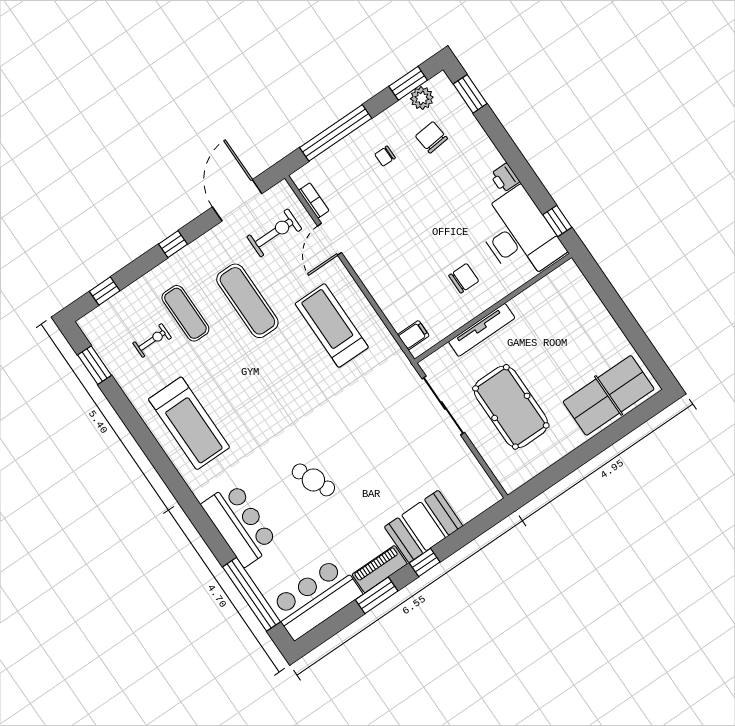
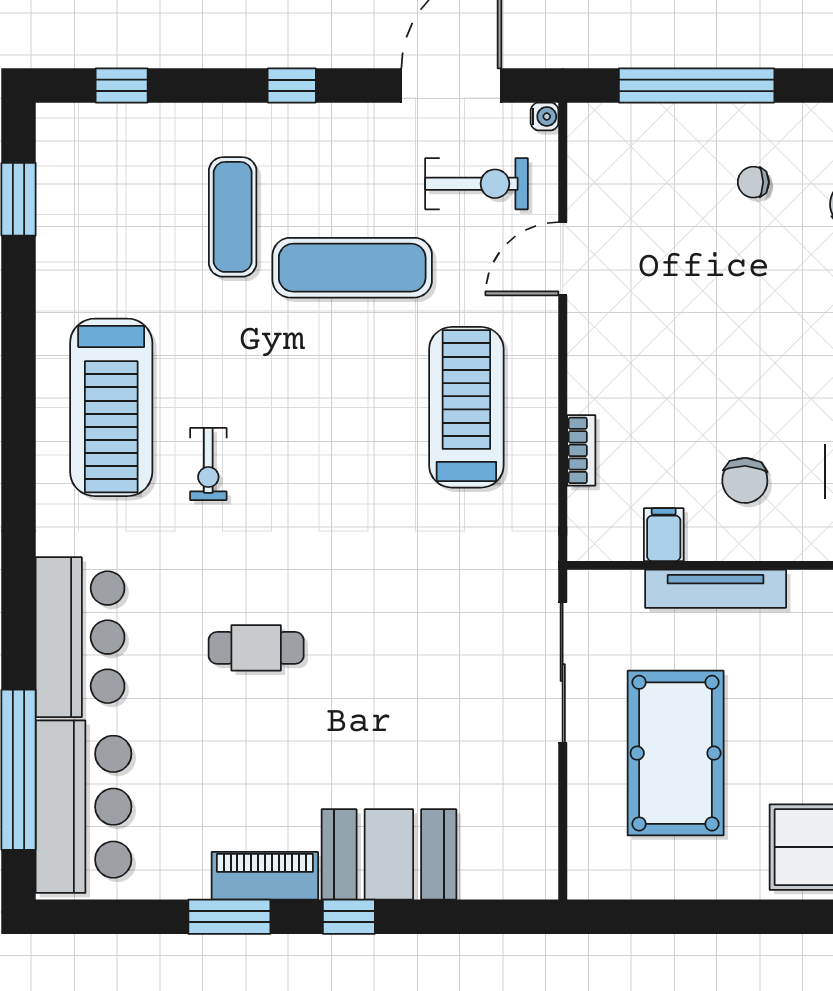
water cooler: (283, 187) -> (545, 116), added
bookcase: (314, 200) -> (581, 450), moved
chair: (464, 278) -> (745, 480), turned 92
exercise mat: (247, 301) -> (352, 268), turned 90
filing cabinet: (413, 335) -> (664, 535), moved, turned -90
exercise bike: (152, 340) -> (208, 464), moved, turned 90
cafe table: (313, 480) -> (256, 648), turned -66
bar counter: (316, 599) -> (84, 807), moved, turned 90

